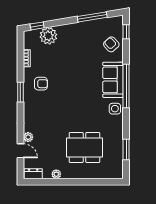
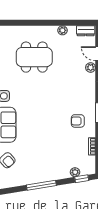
window: (92, 17) -> (41, 185), moved
plant: (48, 36) -> (75, 172), width x0.53, depth x0.53

